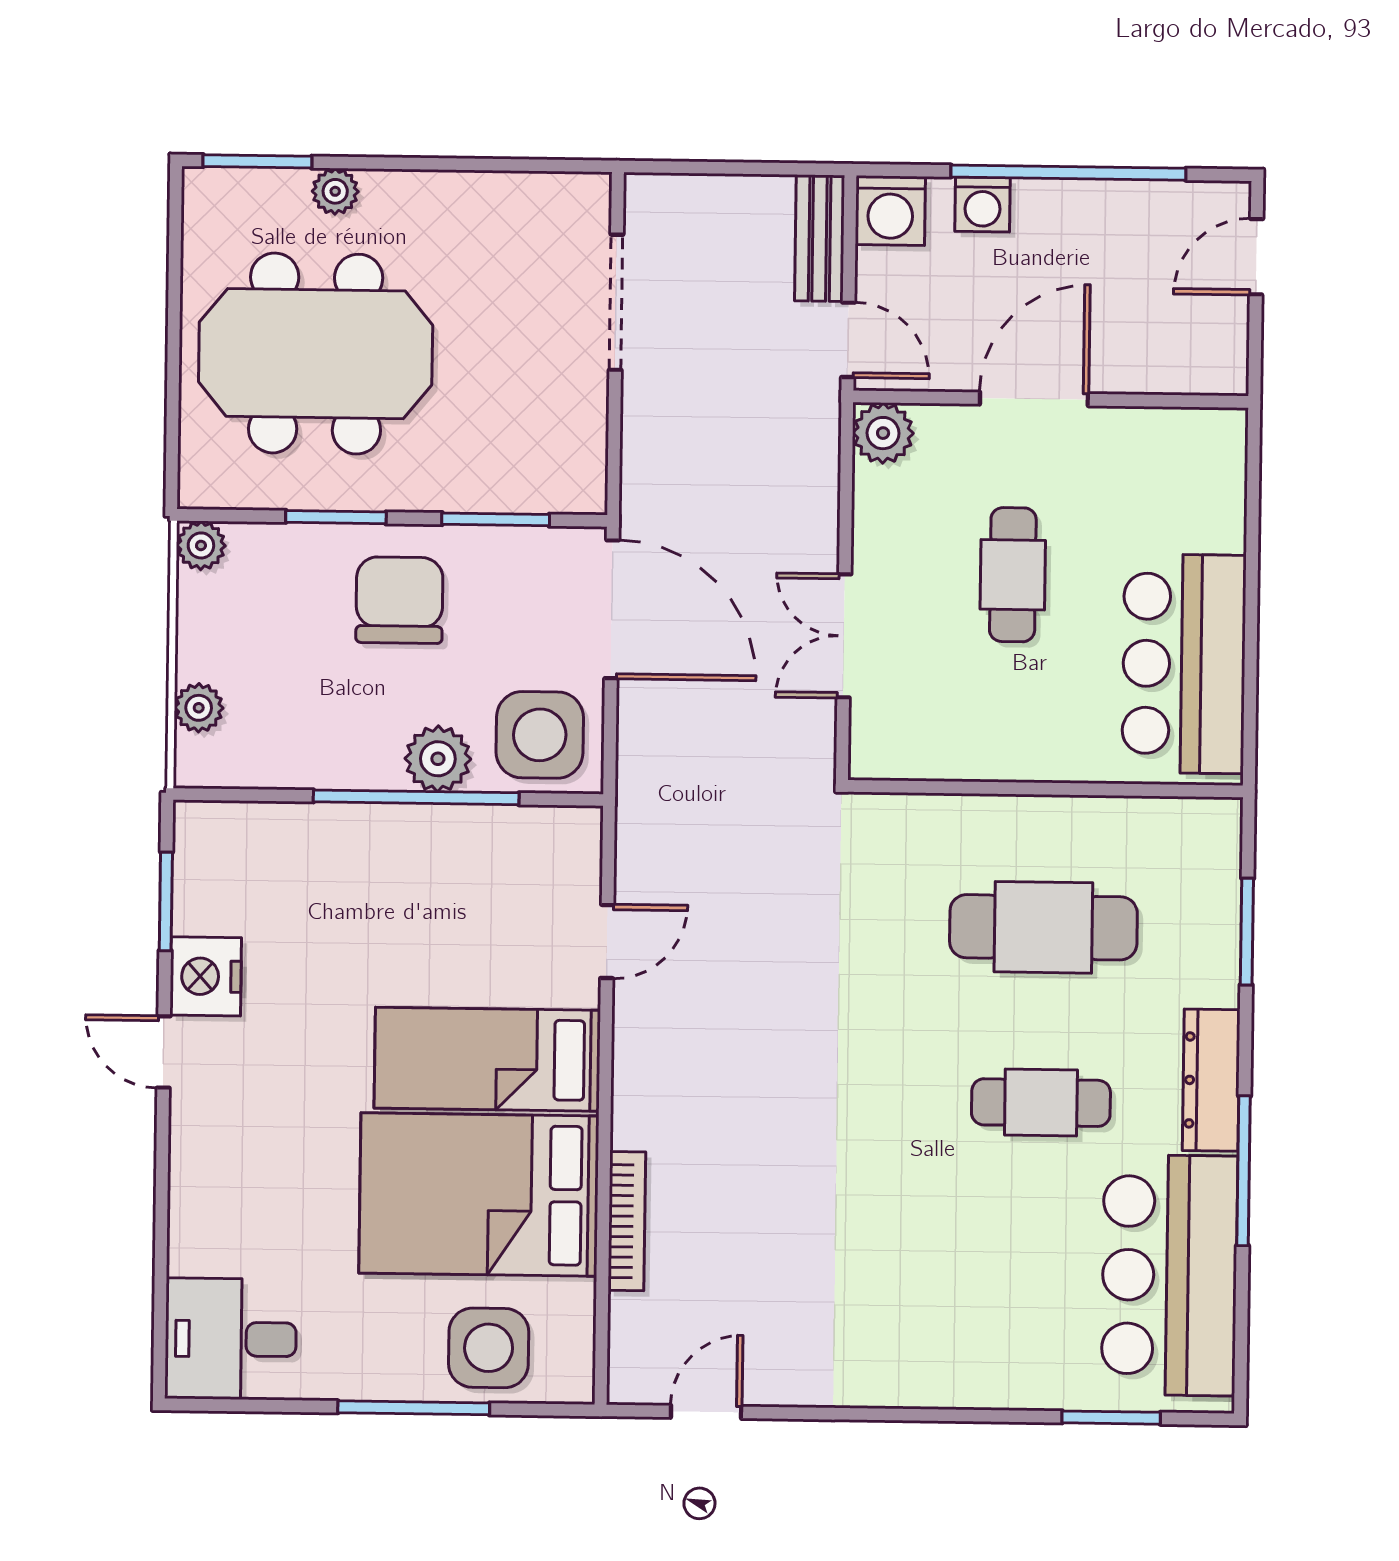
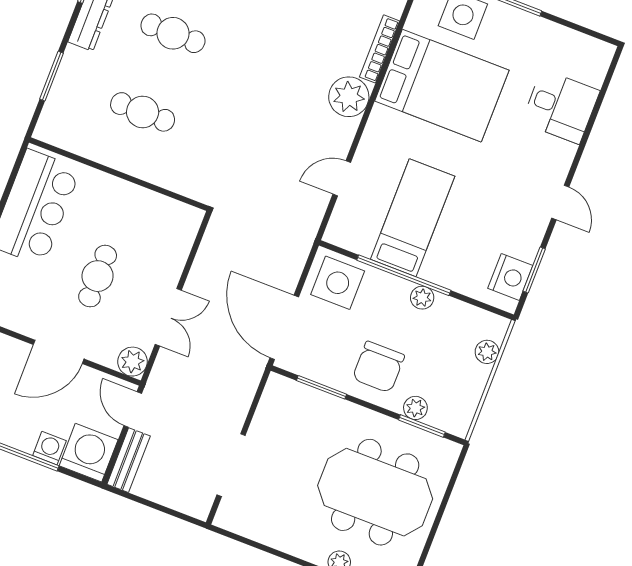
washing machine: (890, 211) -> (89, 453), width x1.37, depth x1.37
window: (336, 517) -> (422, 426), moved
plant: (201, 545) -> (415, 408), moved
double door: (844, 636) -> (168, 317), moved
plant: (438, 759) -> (422, 298), moved, width x0.73, depth x0.73
cafe table: (1043, 927) -> (143, 112), width x0.73, depth x0.74
nightstand: (206, 976) -> (510, 277), moved
bed: (487, 1059) -> (413, 218), moved, turned -90
plant: (652, 1106) -> (349, 97), added
desk: (231, 1339) -> (561, 106), moved

